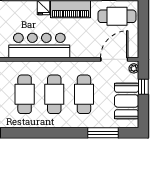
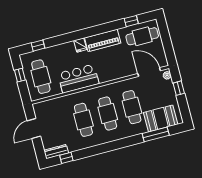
bar counter: (39, 45) -> (78, 79), width x0.73
door: (114, 59) -> (149, 72), hinge flipped
booth: (127, 101) -> (161, 118), moved, turned 90

